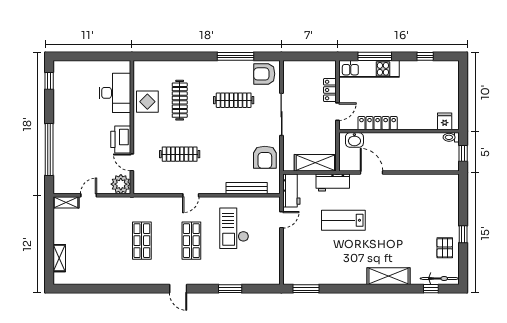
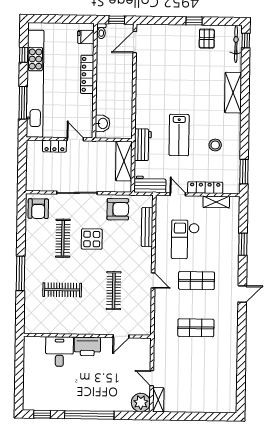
window: (236, 56) -> (21, 273), moved
kitchen unit: (369, 69) -> (35, 84), width x1.86
desk: (115, 93) -> (59, 352), width x0.73
display table: (147, 102) -> (92, 239), moved
locker: (378, 123) -> (87, 74), moved
printer: (121, 139) -> (87, 346), moved
window: (49, 149) -> (89, 415), moved
door: (371, 173) -> (135, 42), moved
plant: (121, 184) -> (141, 402), moved
checkout: (234, 228) -> (185, 239), turned 90
locker: (289, 248) -> (205, 188), added
pallet: (445, 248) -> (207, 39), turned 90
shelving: (59, 258) -> (216, 202), moved
stool: (333, 258) -> (215, 145), added
window: (431, 289) -> (246, 40), moved

